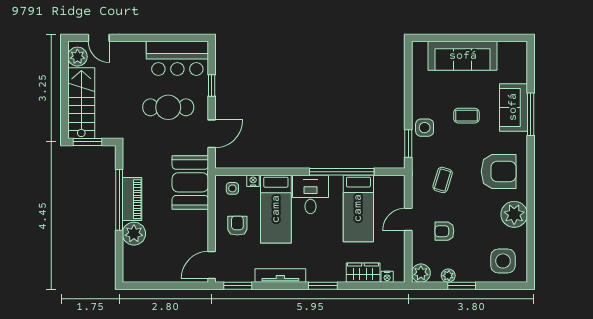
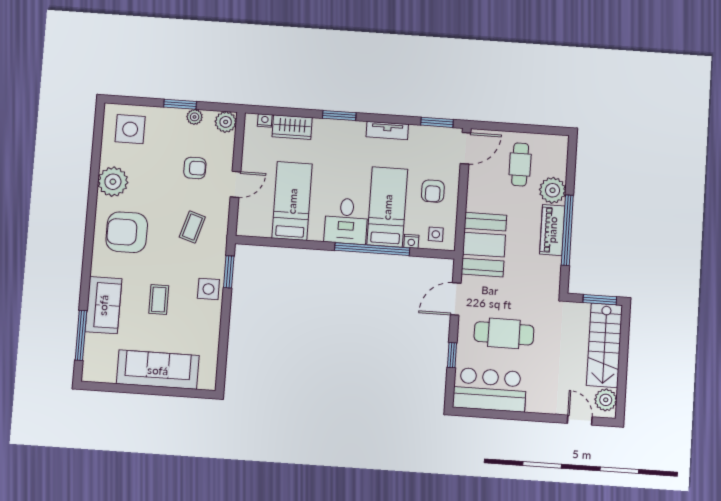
window: (531, 114) -> (81, 335), moved
coffee table: (466, 116) -> (159, 299), turned 90
window: (342, 172) -> (372, 249), moved
cafe table: (163, 254) -> (520, 164), added
tv unit: (280, 276) -> (387, 131), width x0.71

